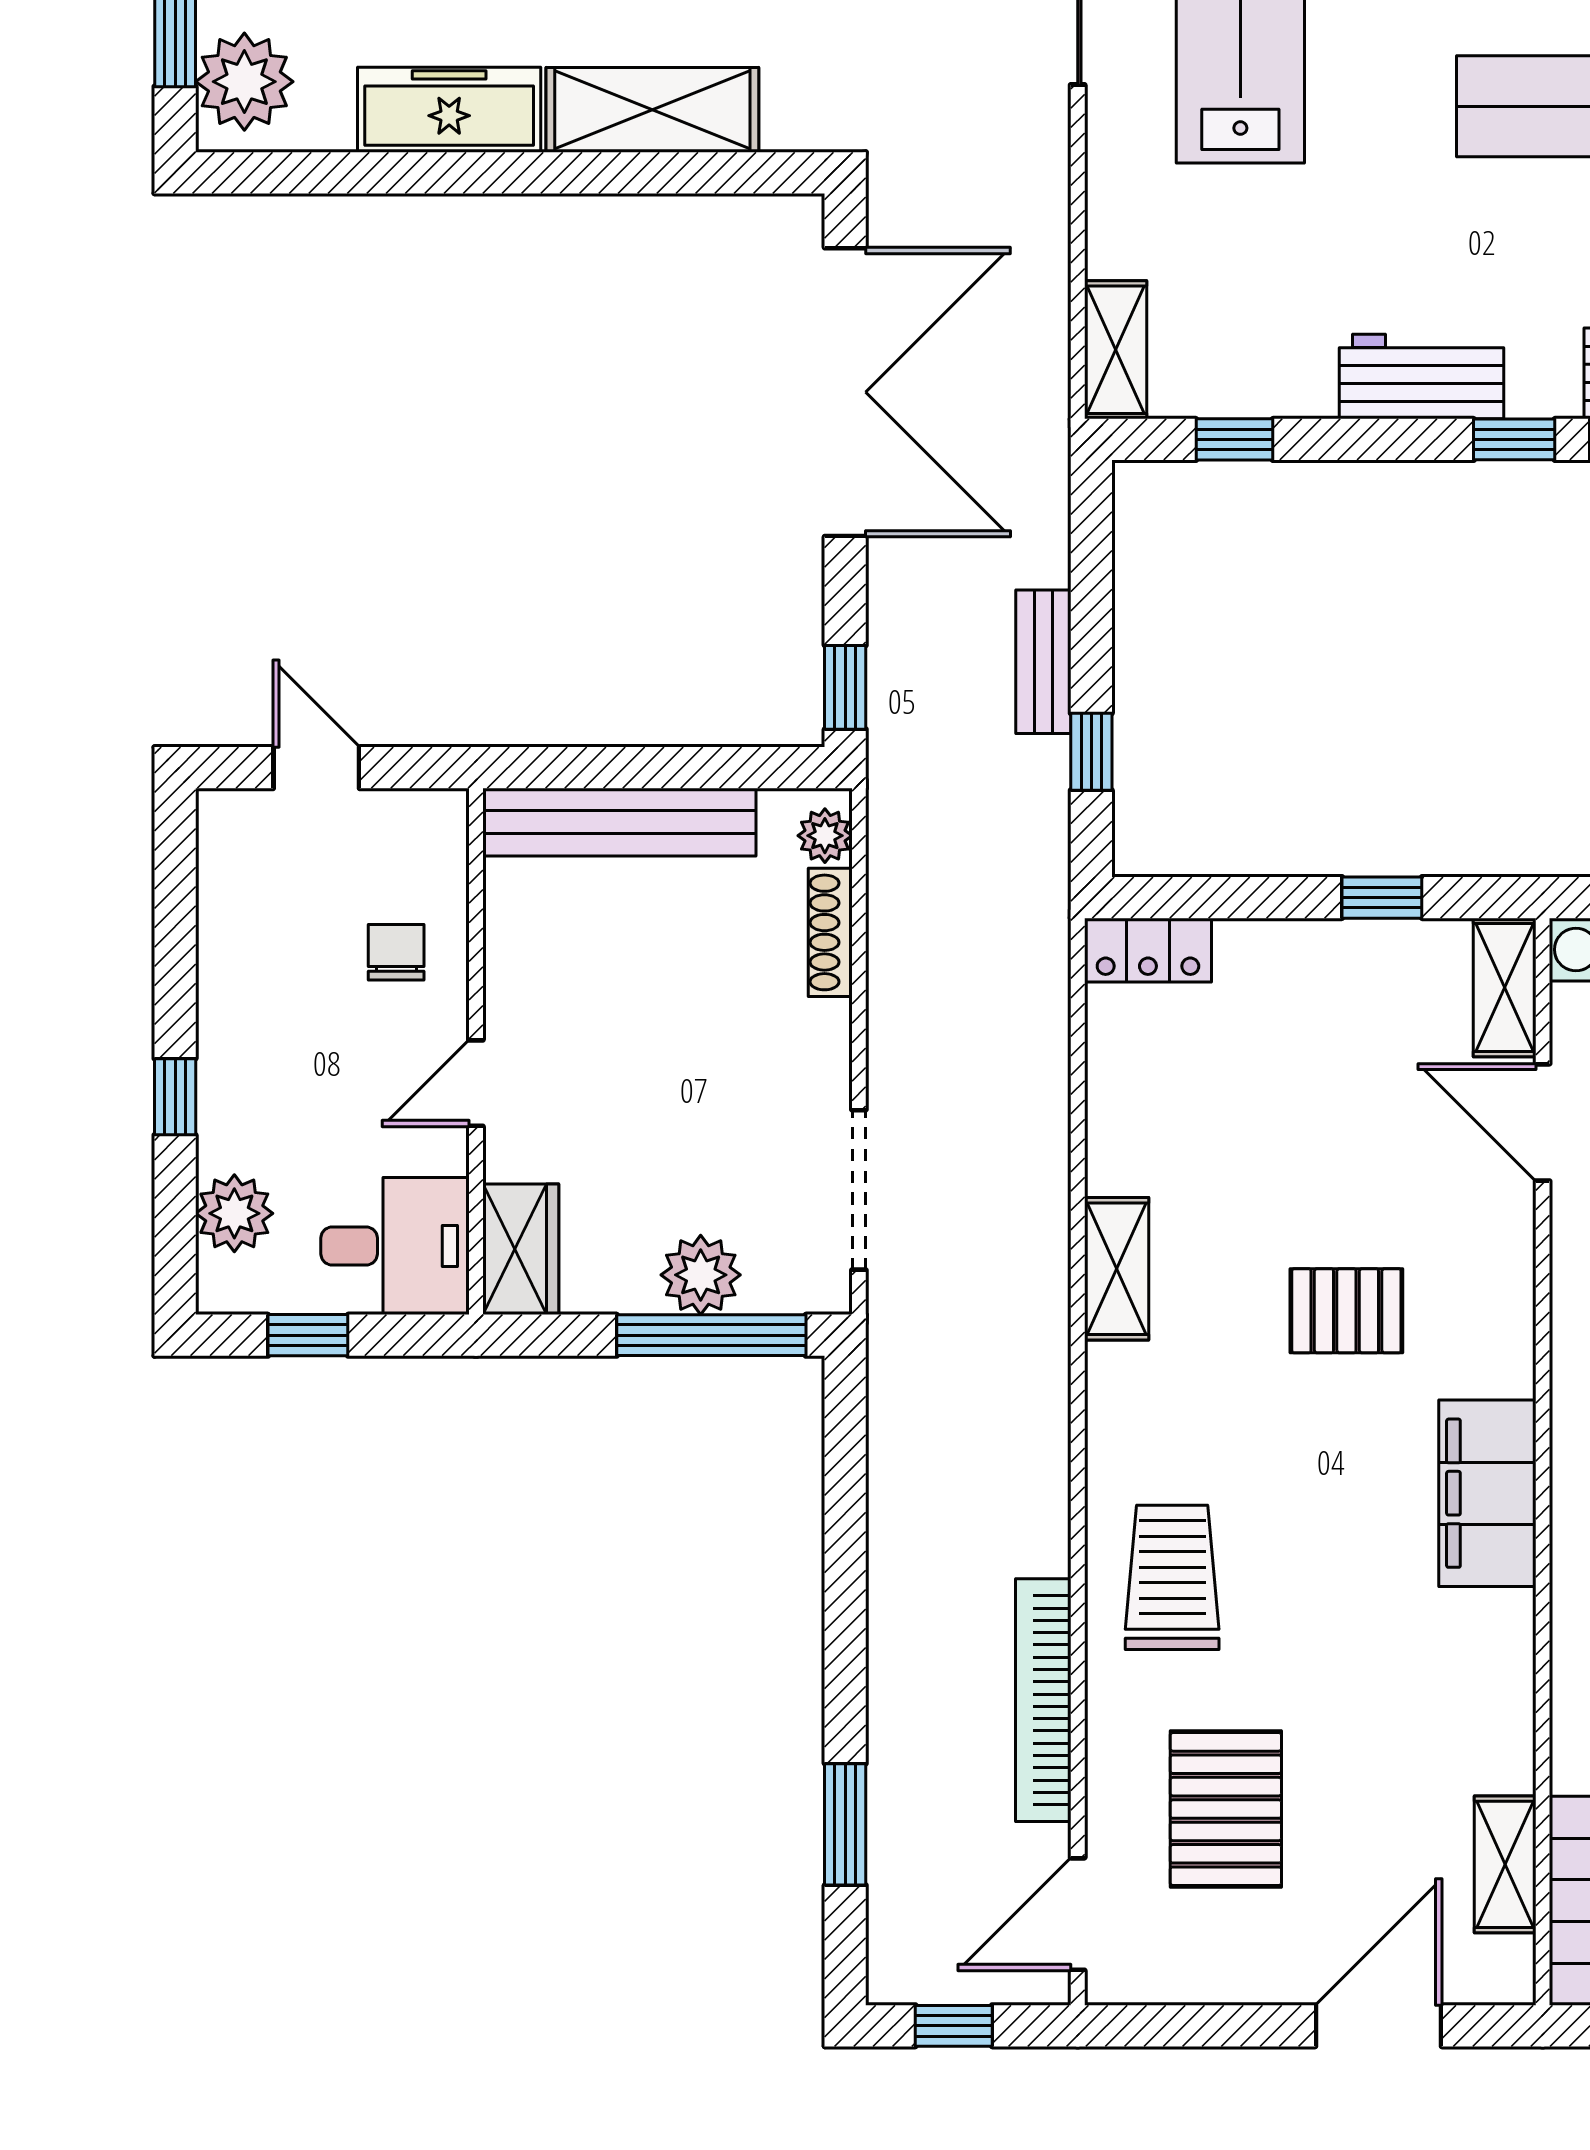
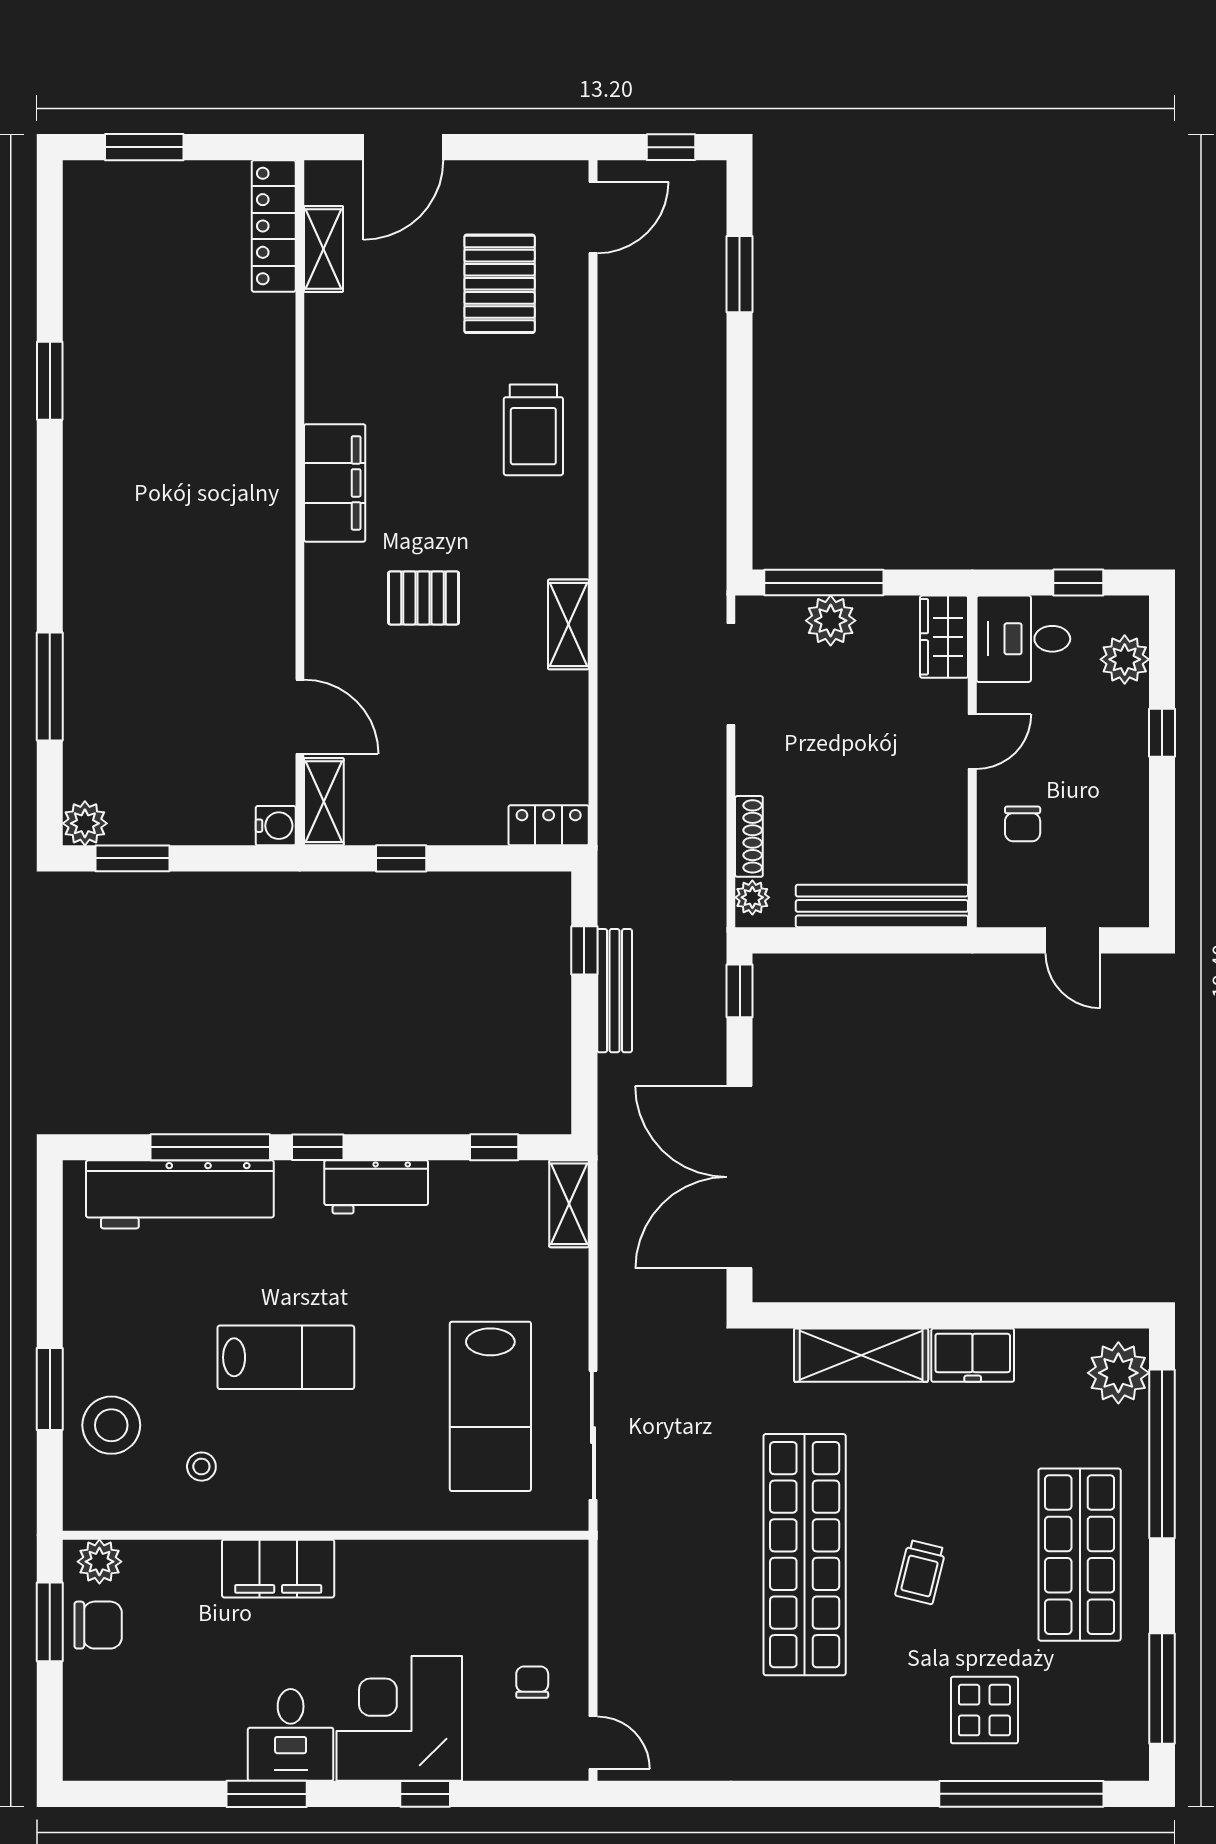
freezer: (449, 110) -> (973, 1355), width x0.71
bench: (1043, 662) -> (615, 991), width x1.36
bookcase: (1043, 1700) -> (615, 352), removed

